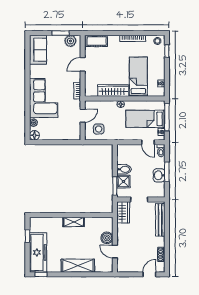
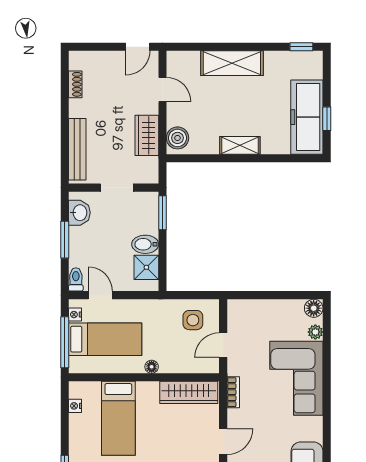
wardrobe: (113, 91) -> (189, 392), moved
washbasin: (159, 175) -> (79, 213), moved
shower: (123, 182) -> (146, 267), moved
wardrobe: (123, 212) -> (147, 135), moved
boiler: (107, 238) -> (177, 138), moved
freezer: (38, 252) -> (307, 117), moved
door: (149, 274) -> (138, 47), moved

